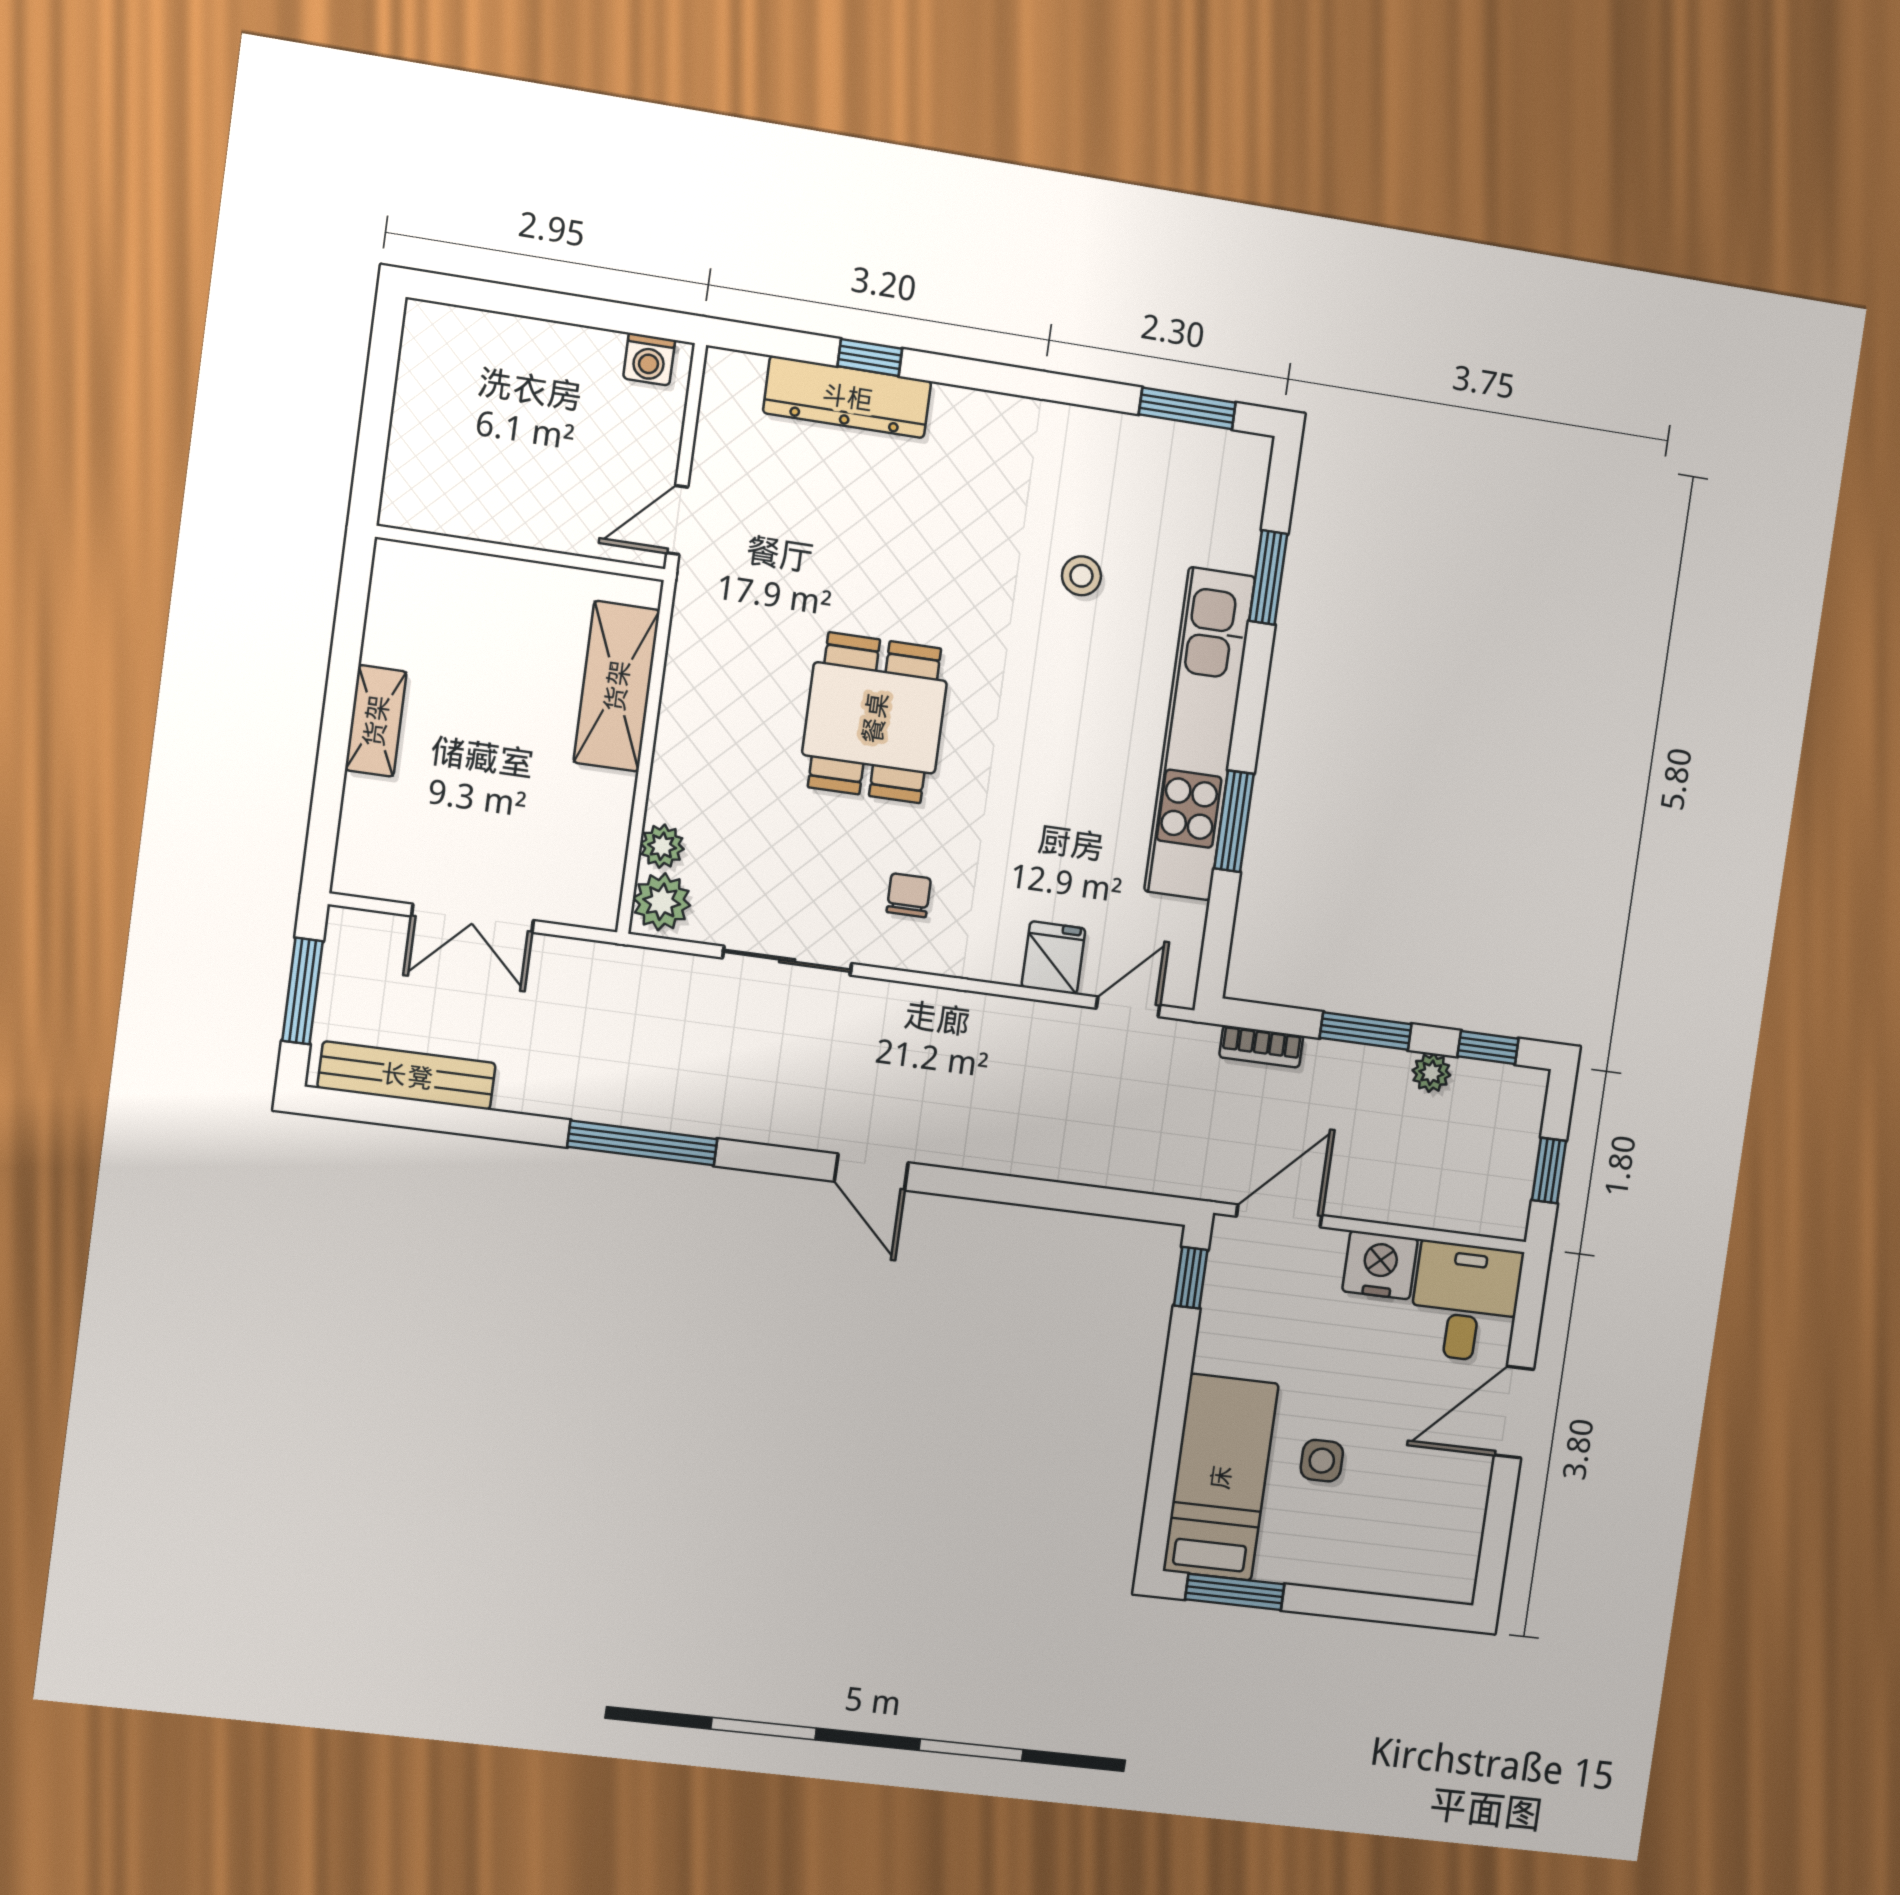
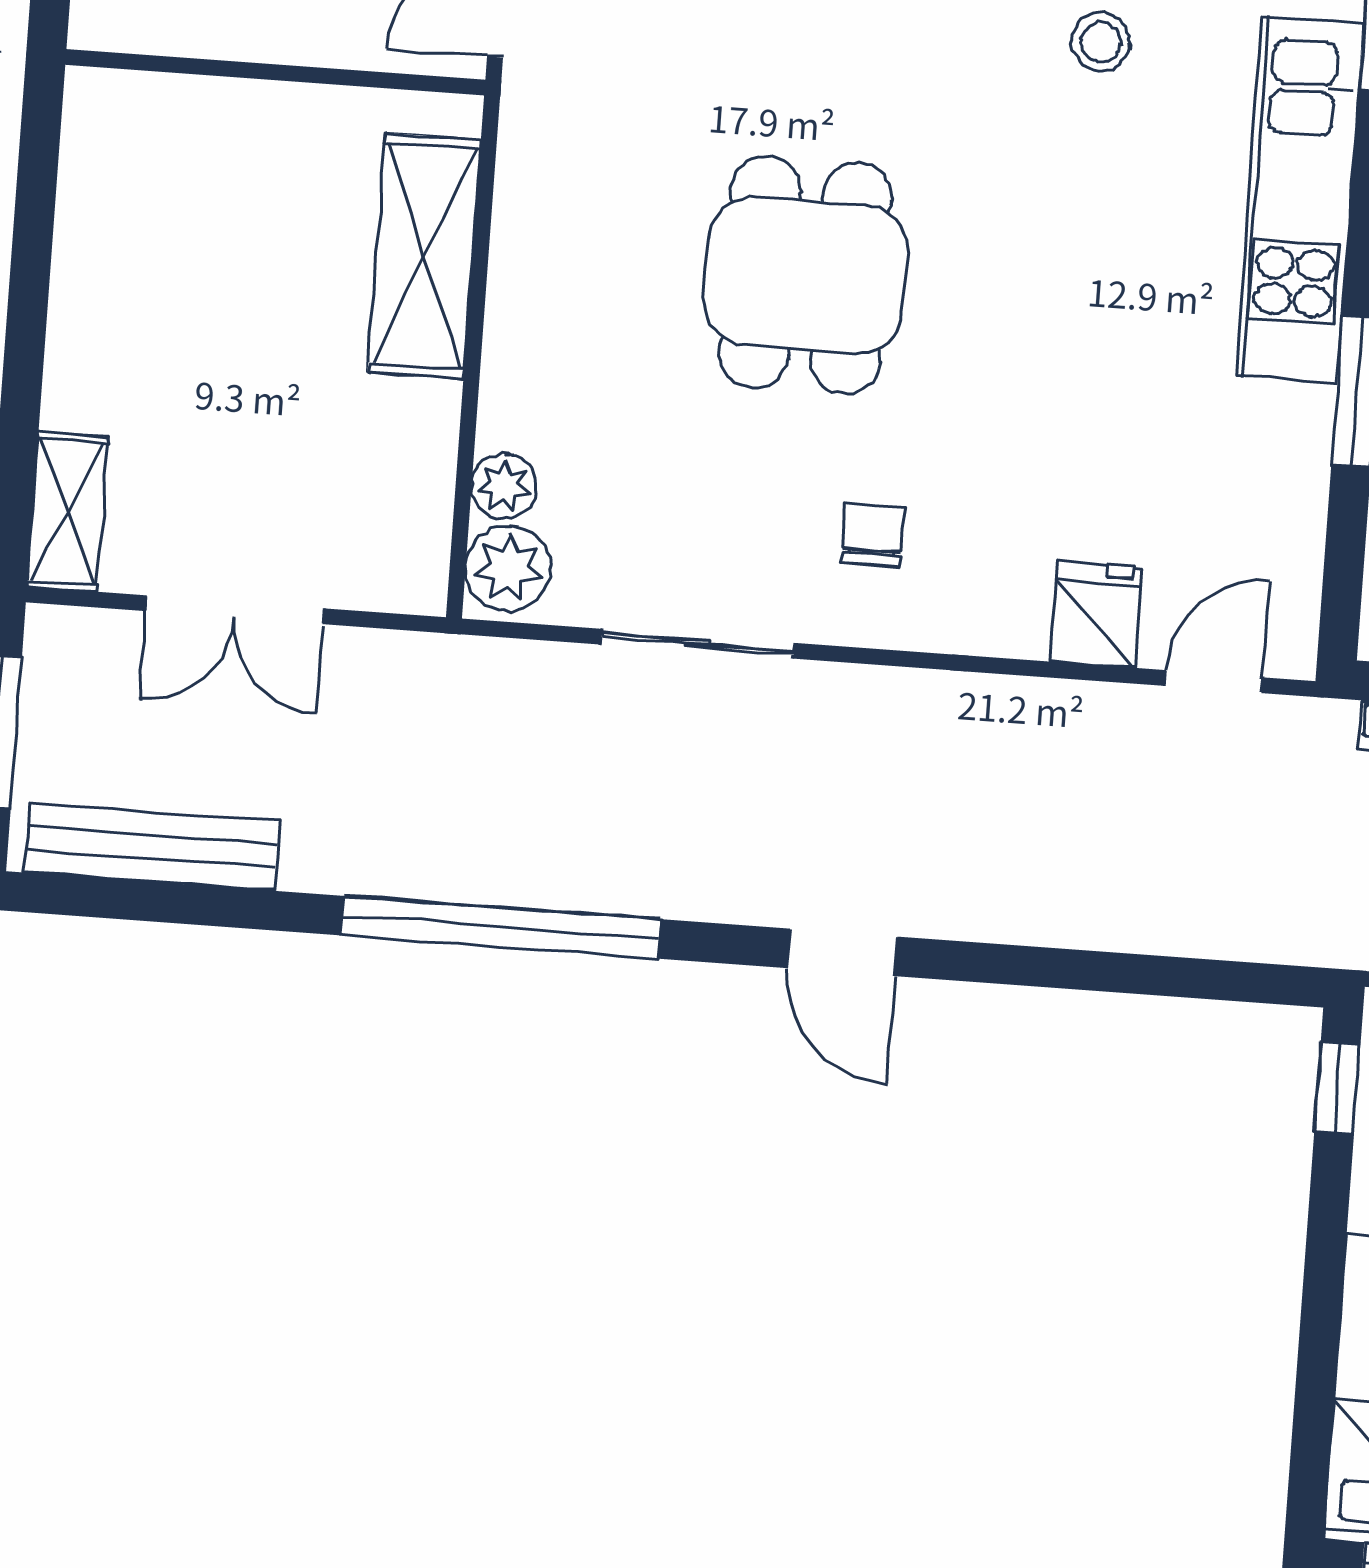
shelving: (376, 721) -> (67, 512), moved
kitchen unit: (1200, 734) -> (1300, 199), width x0.73
window: (642, 1143) -> (500, 927), width x1.46

